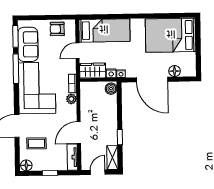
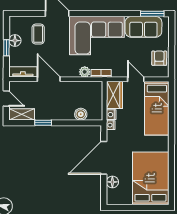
window: (16, 69) -> (118, 14), removed
boiler: (111, 89) -> (81, 114), moved
floor lamp: (26, 165) -> (15, 41), moved

